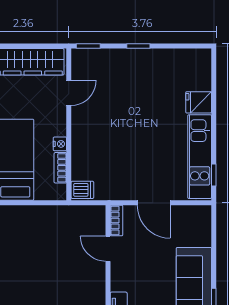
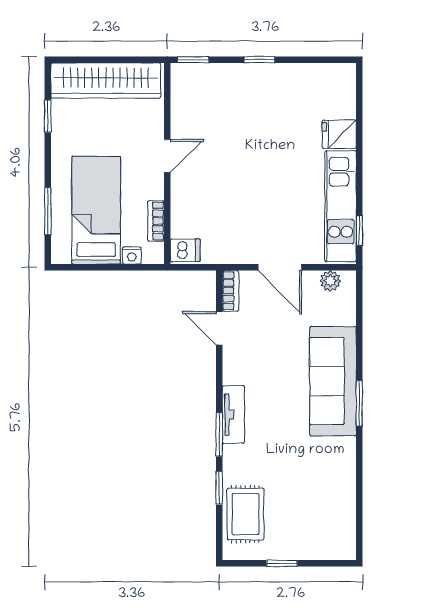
door: (69, 93) -> (167, 156), moved
nightstand: (60, 144) -> (132, 256), moved, turned 90
plant: (192, 213) -> (330, 281), added

